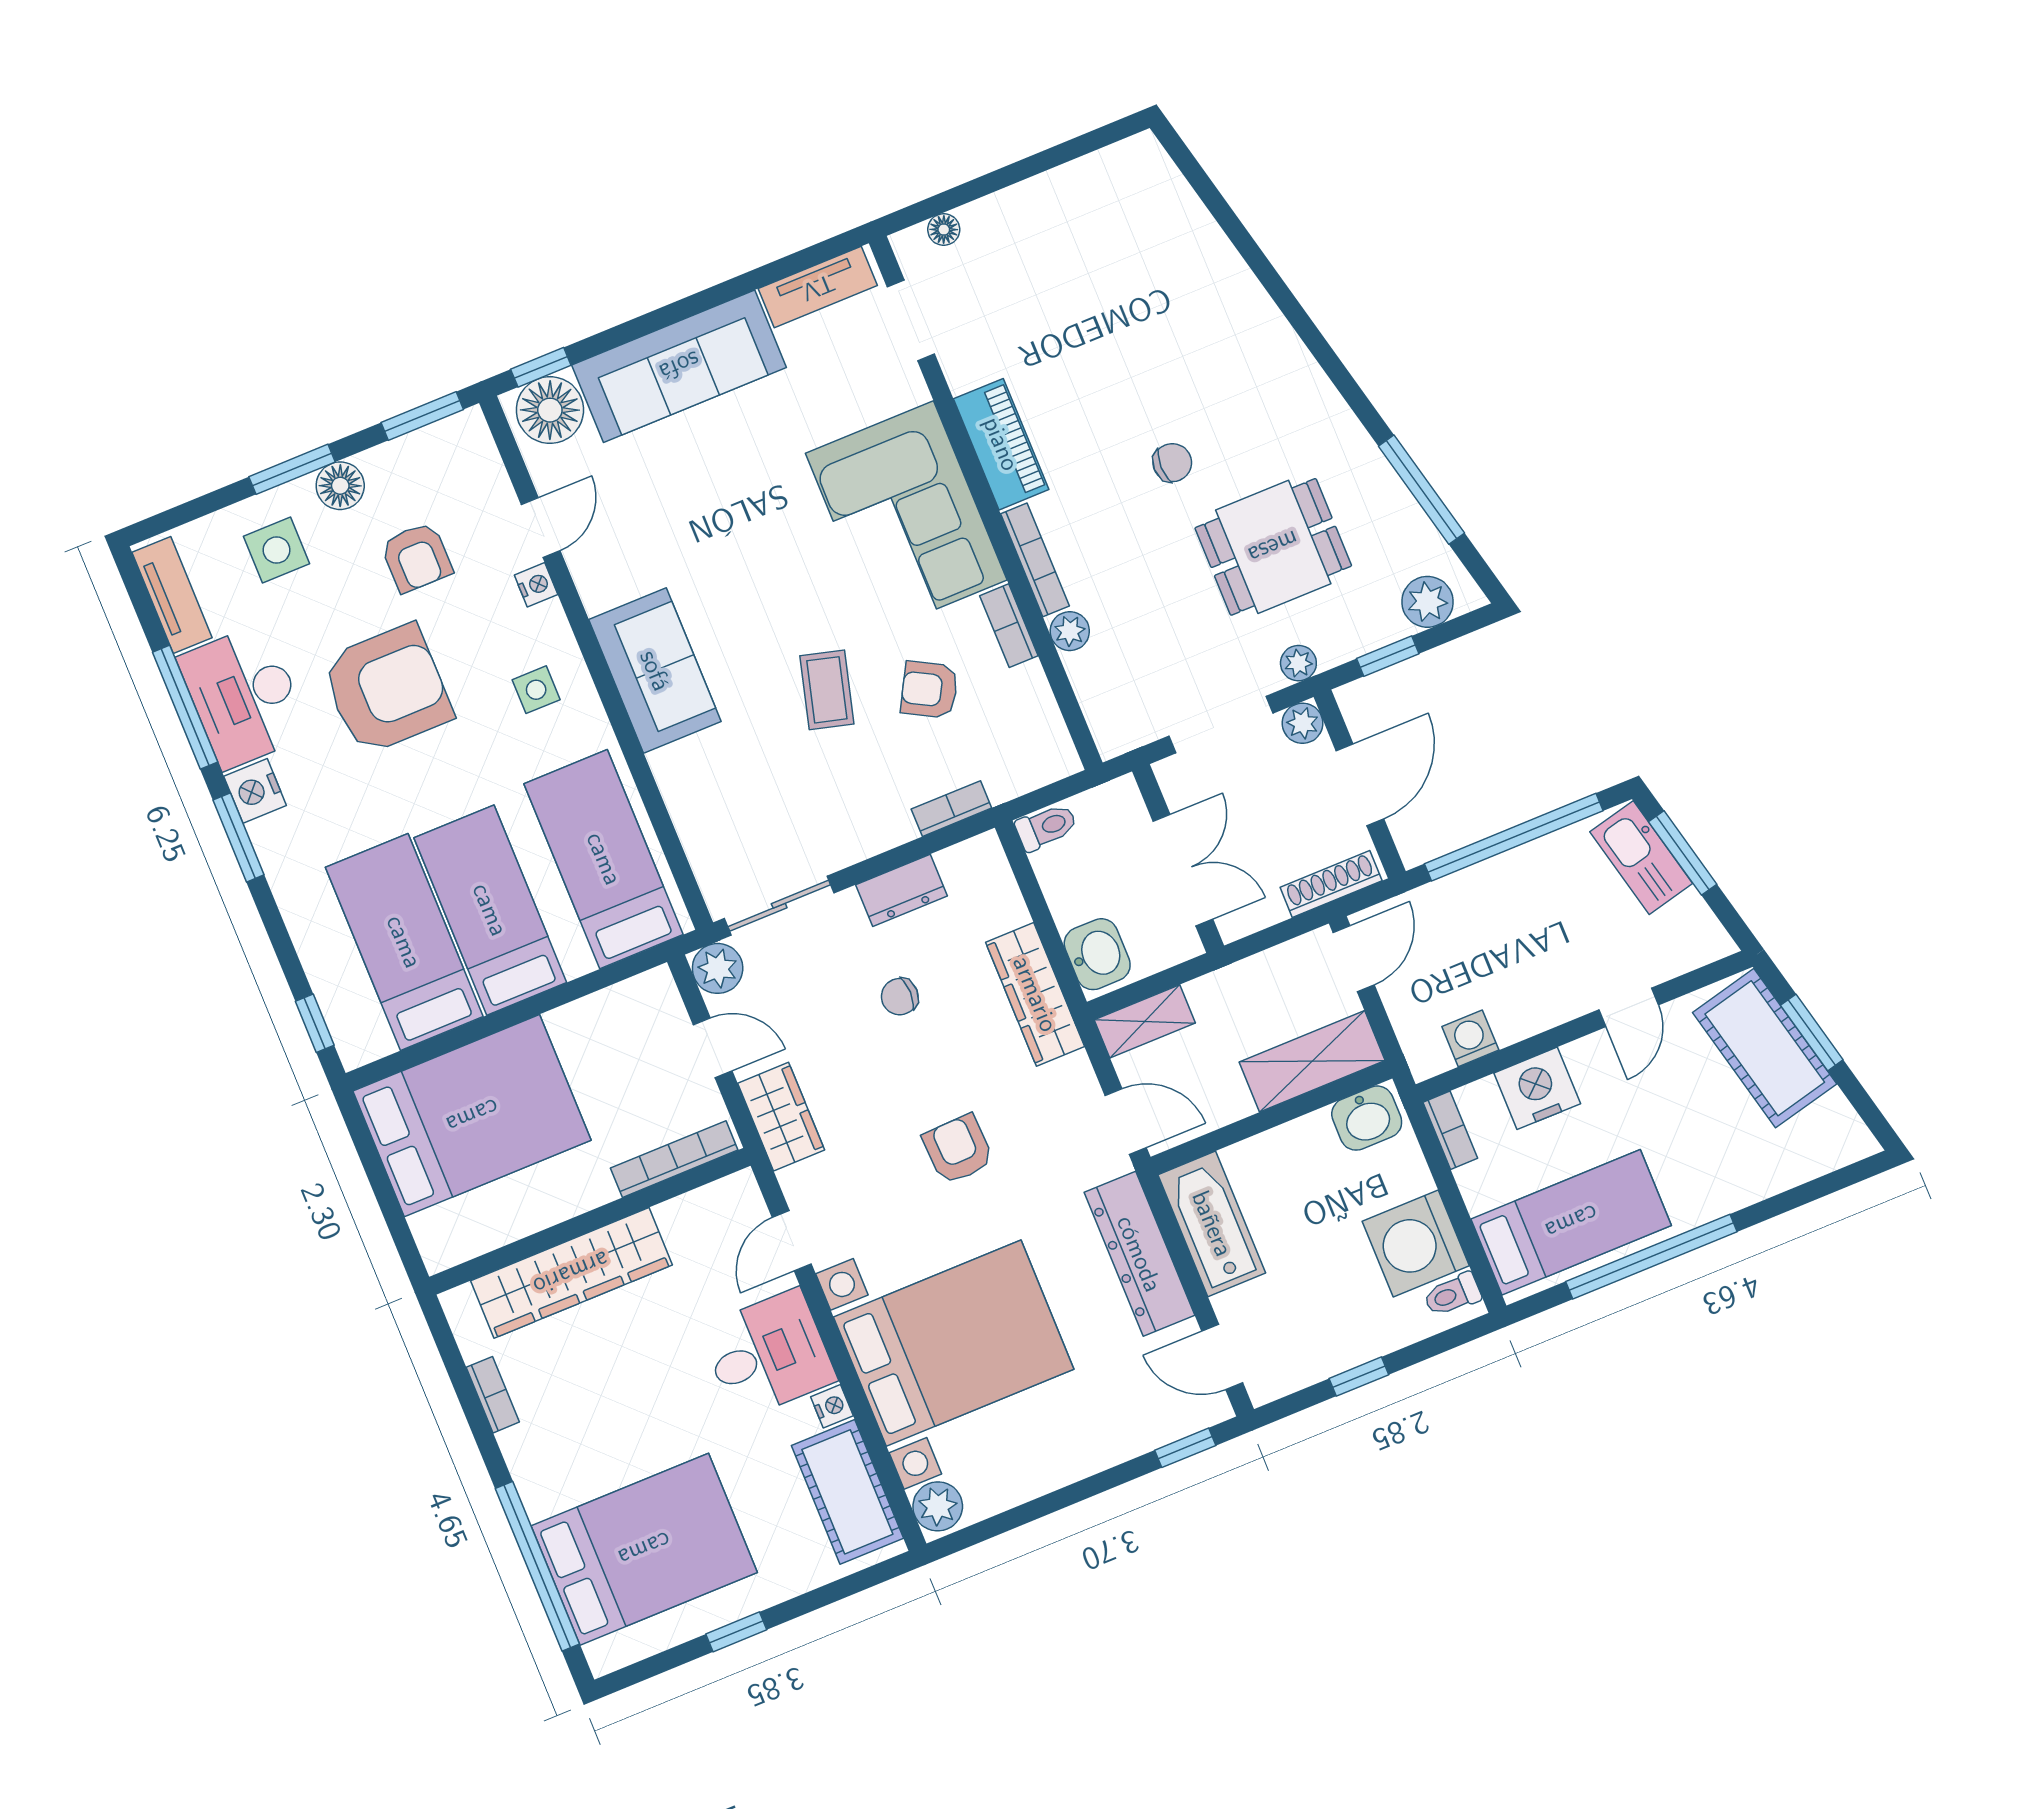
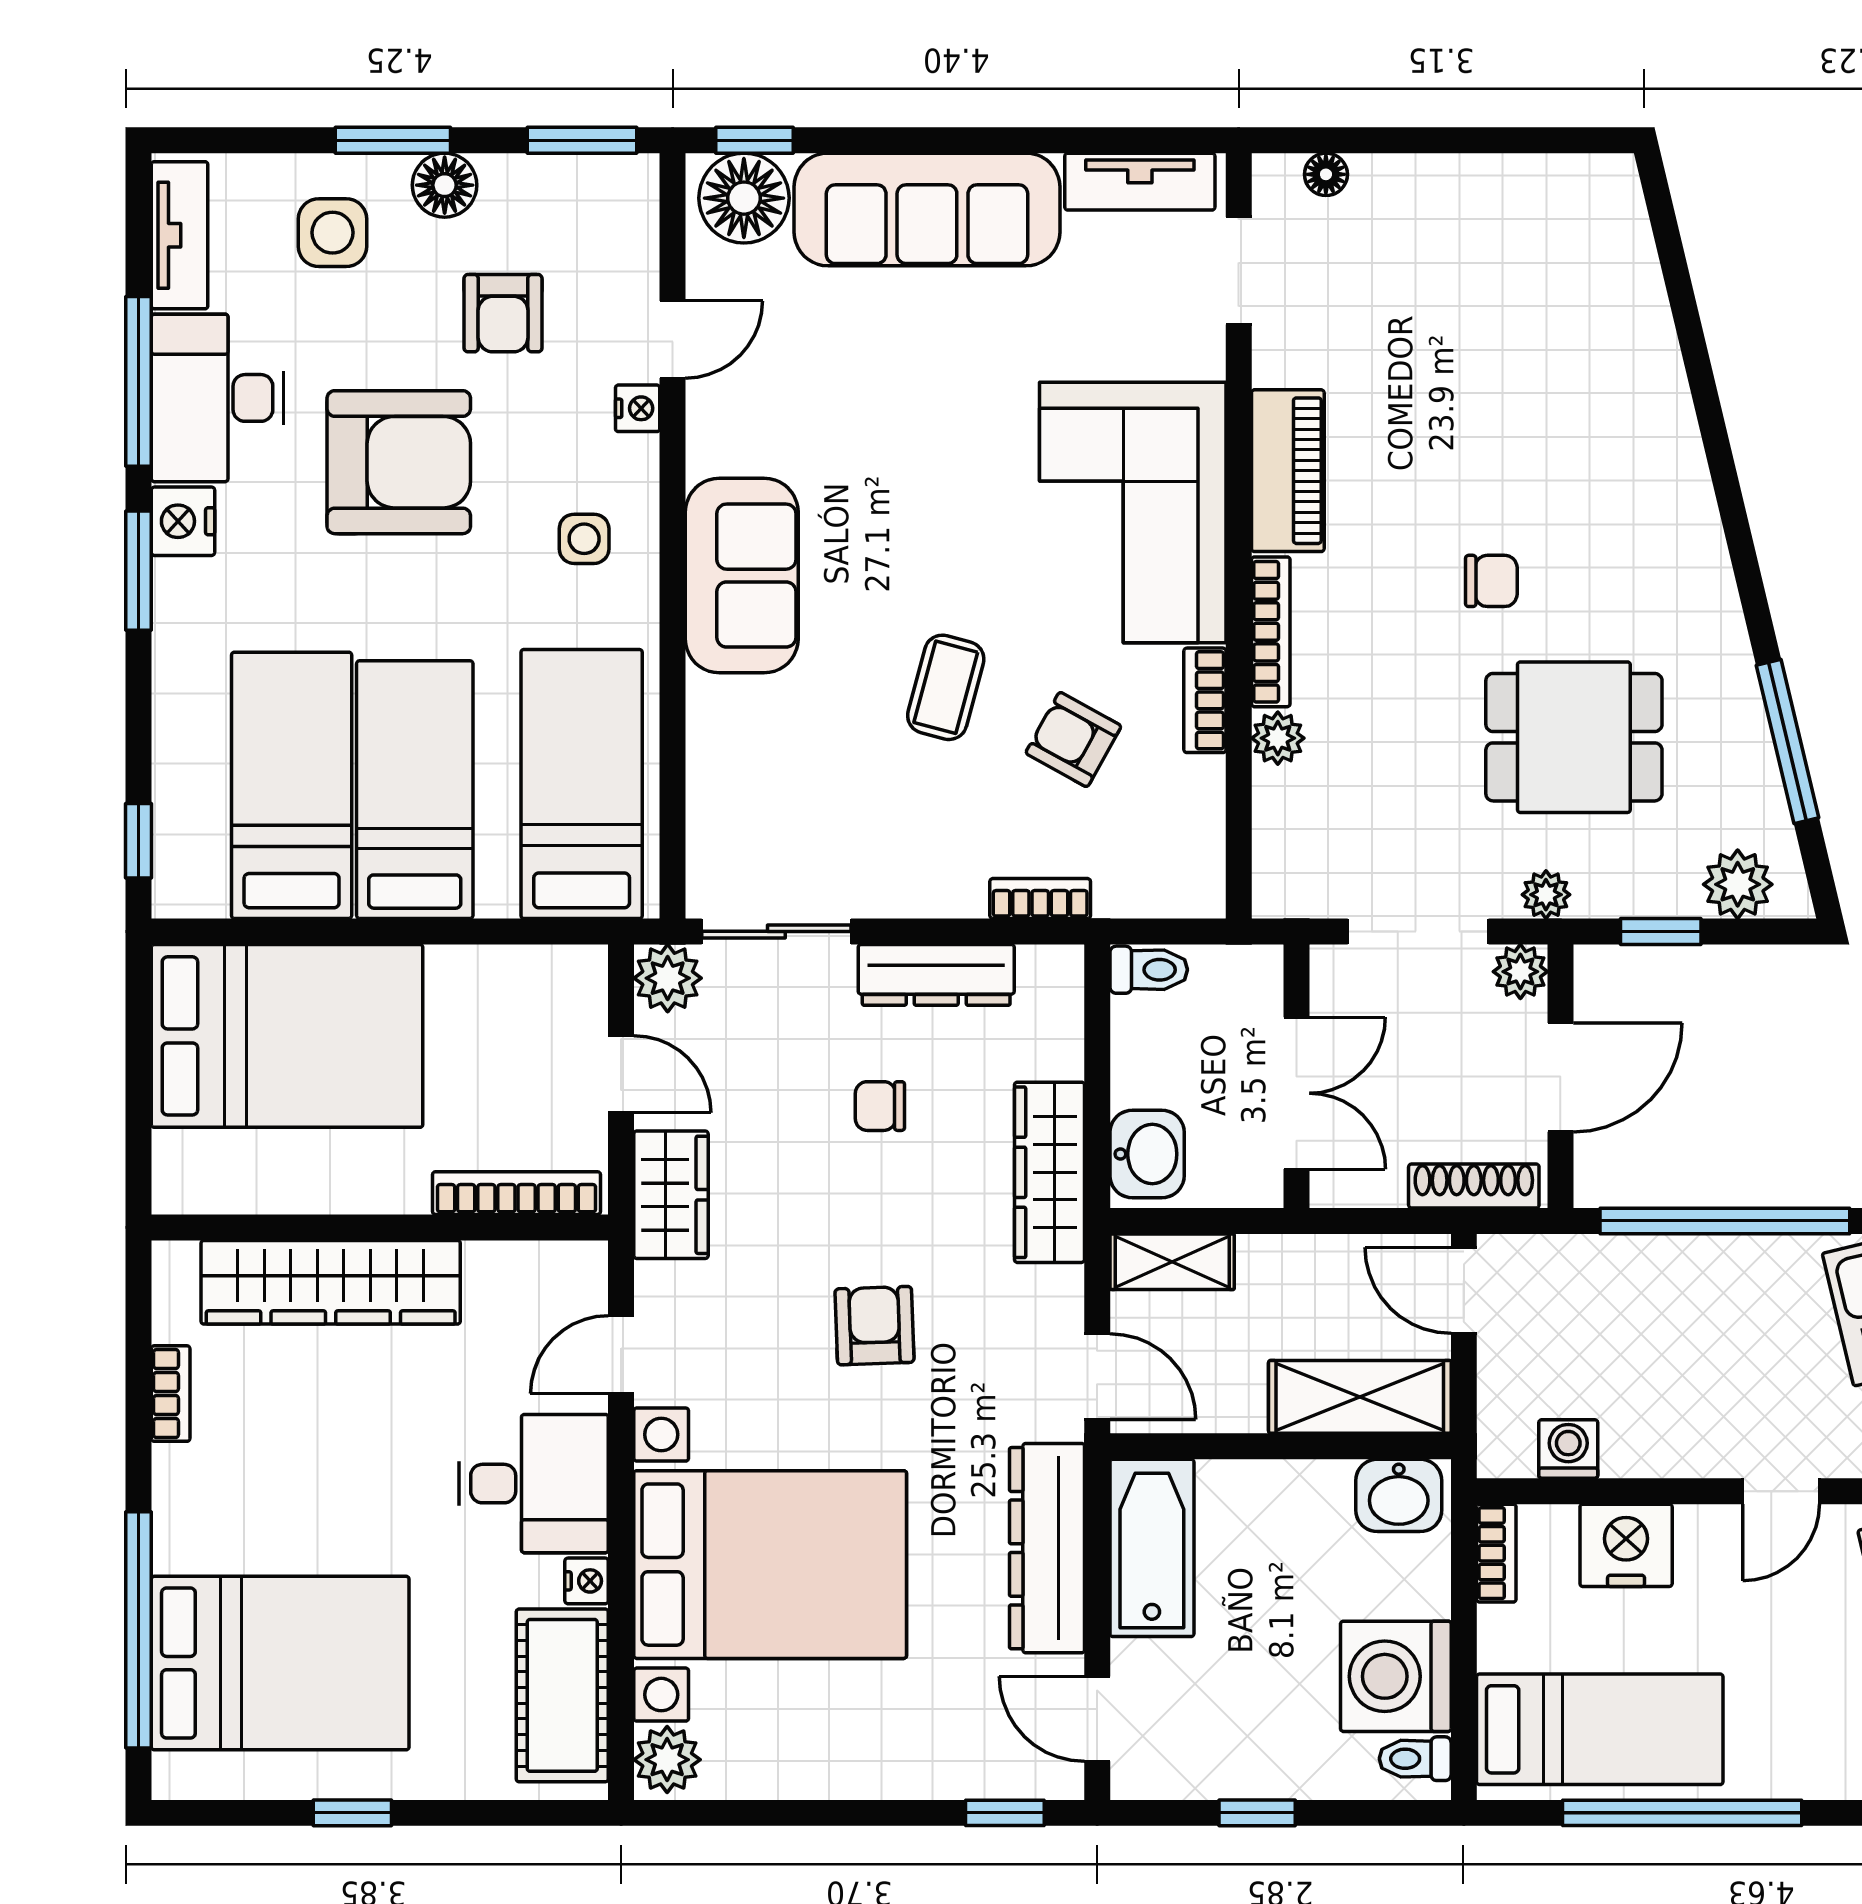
dresser: (901, 890) -> (936, 975), width x1.44
door: (1354, 959) -> (1464, 1290), swing flipped

